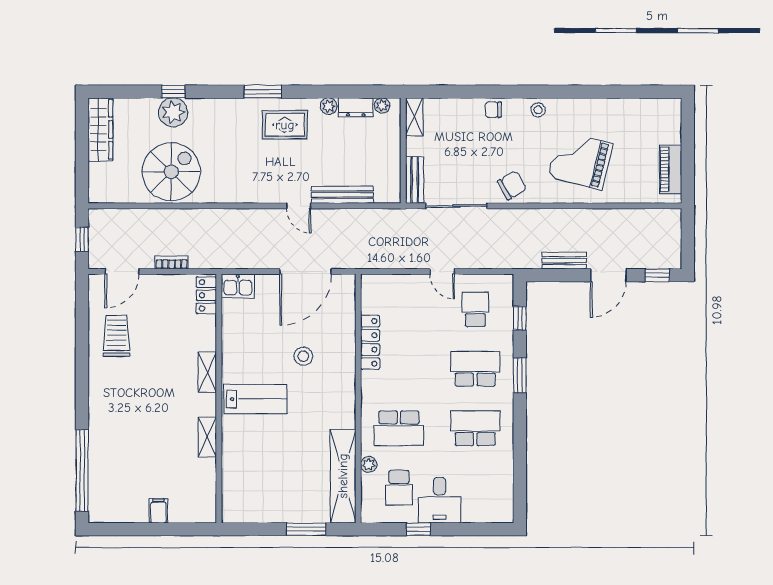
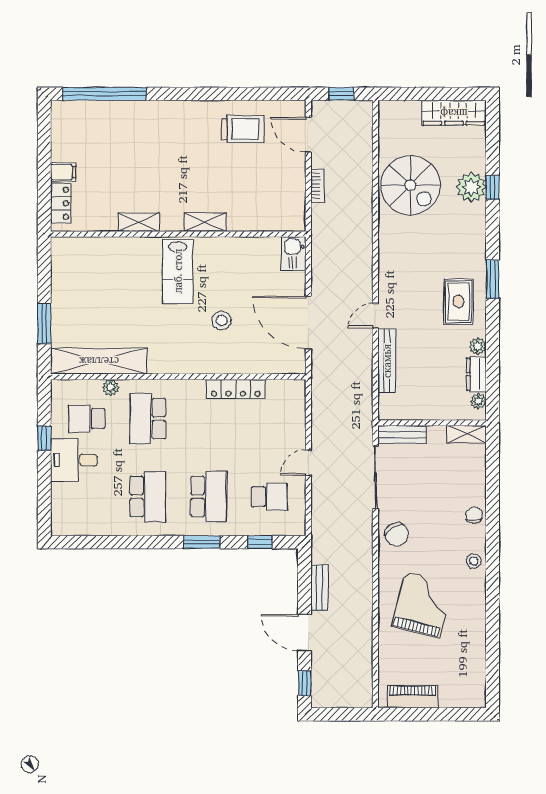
locker: (206, 295) -> (61, 203), moved, turned 90

